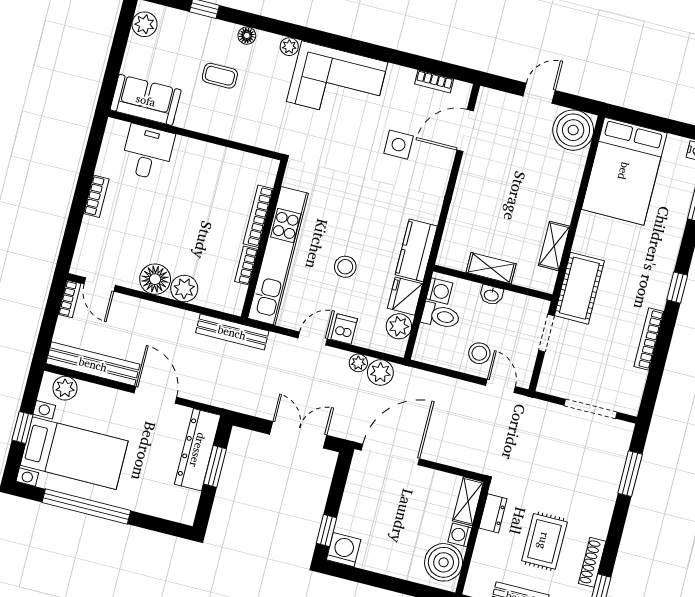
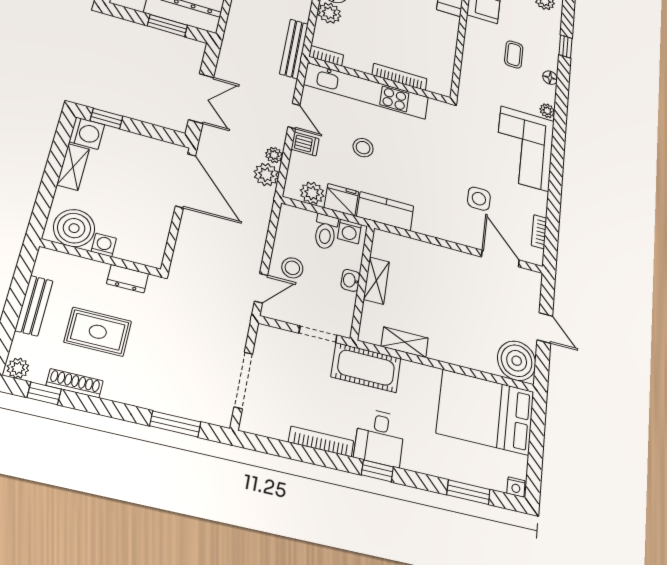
bookcase: (246, 266) -> (326, 56), moved
desk: (646, 282) -> (380, 437), added
shelving: (468, 501) -> (73, 167), moved, turned 90

